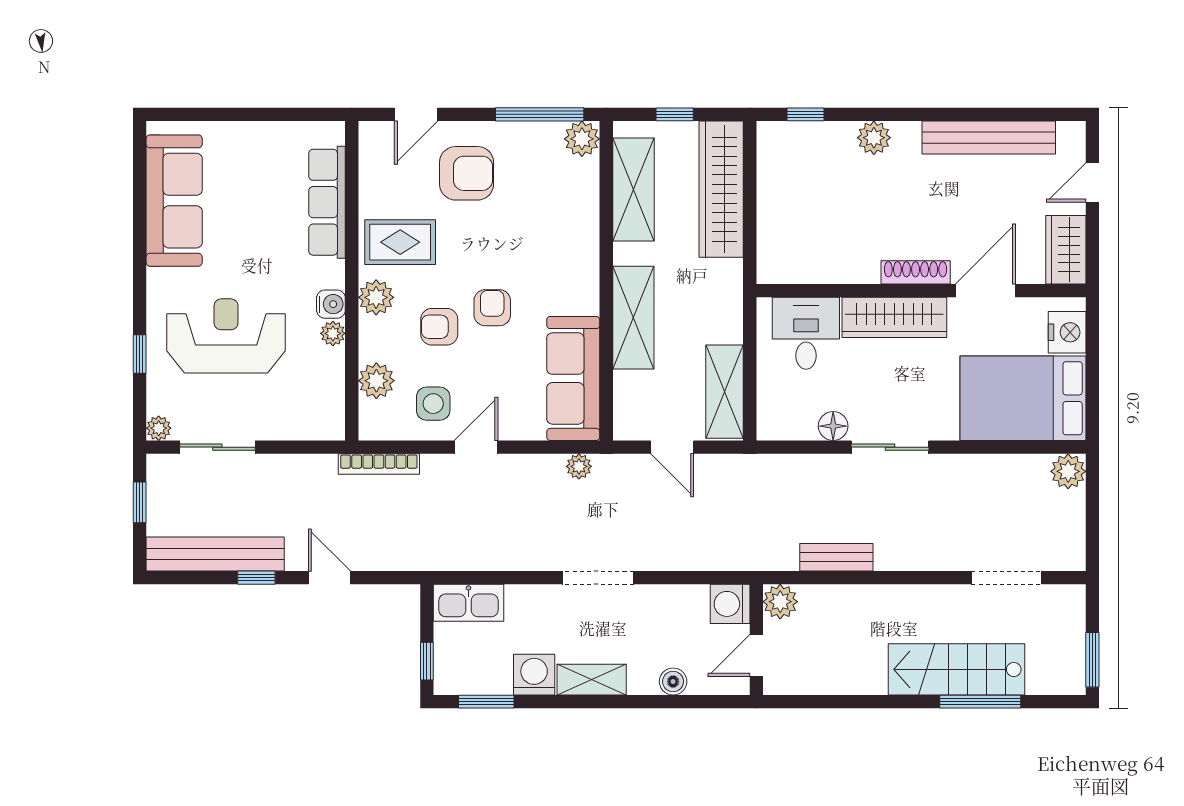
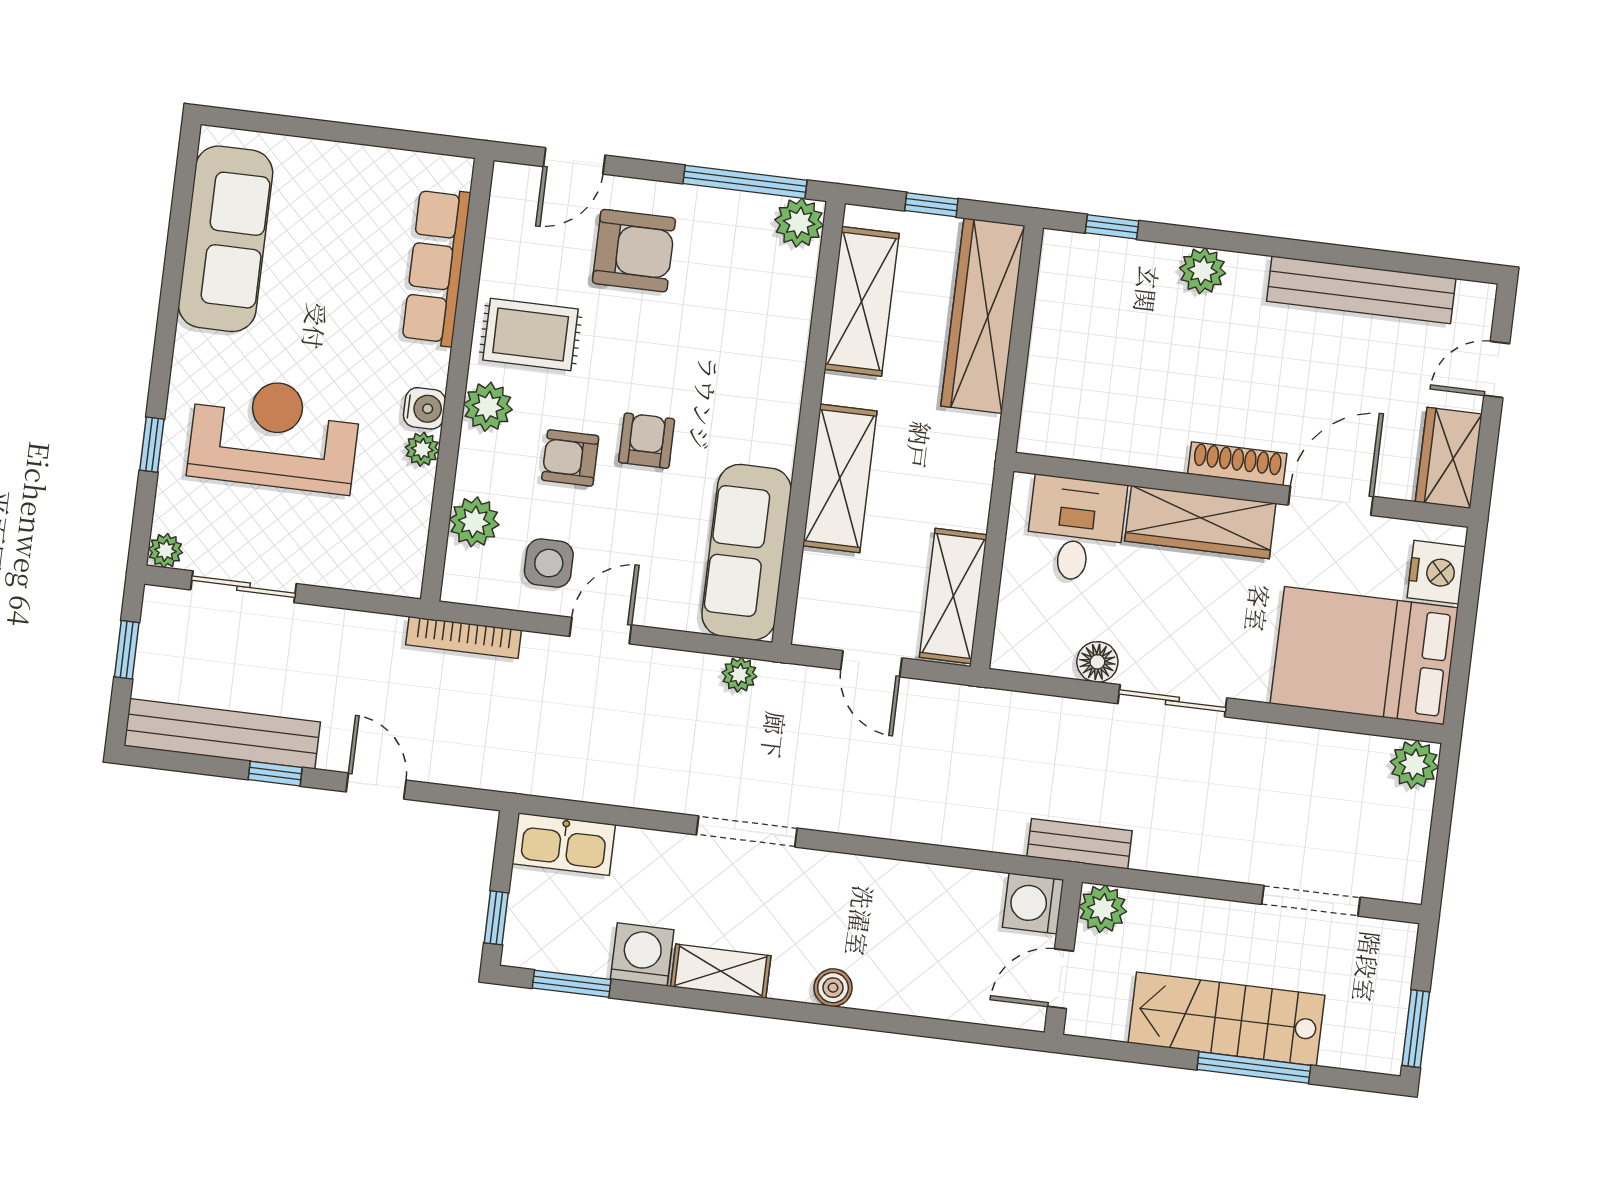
plant: (780, 602) -> (1103, 909), moved
washing machine: (730, 604) -> (1033, 903), moved
wall: (756, 640) -> (1063, 957), moved
door: (756, 655) -> (1061, 979), moved

